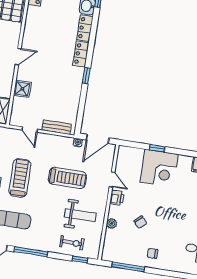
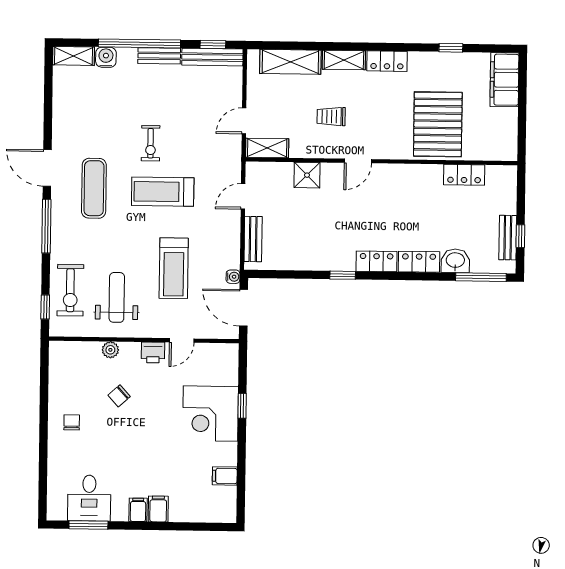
door: (18, 57) -> (358, 161), hinge flipped
treadmill: (20, 178) -> (163, 192), turned 180
weight bench: (80, 215) -> (117, 297), turned 180
exercise bike: (72, 243) -> (70, 290), width x1.38, depth x1.39
window: (128, 267) -> (44, 386), removed

